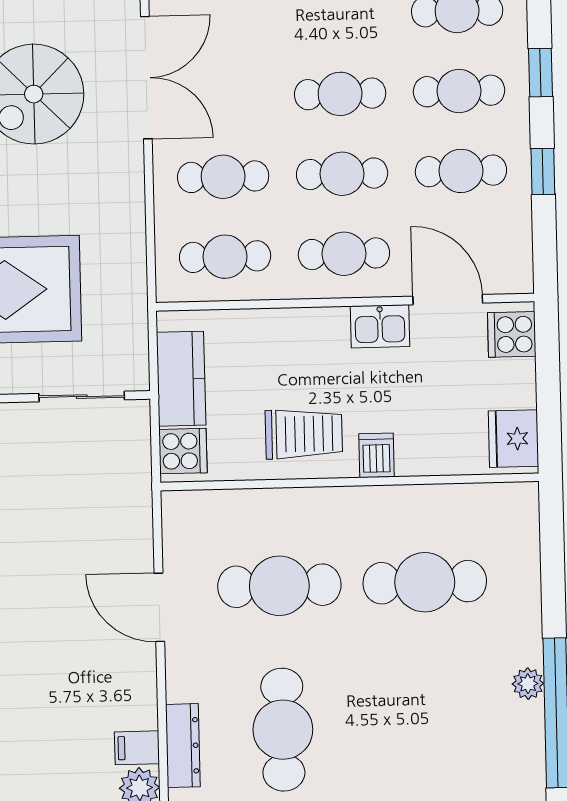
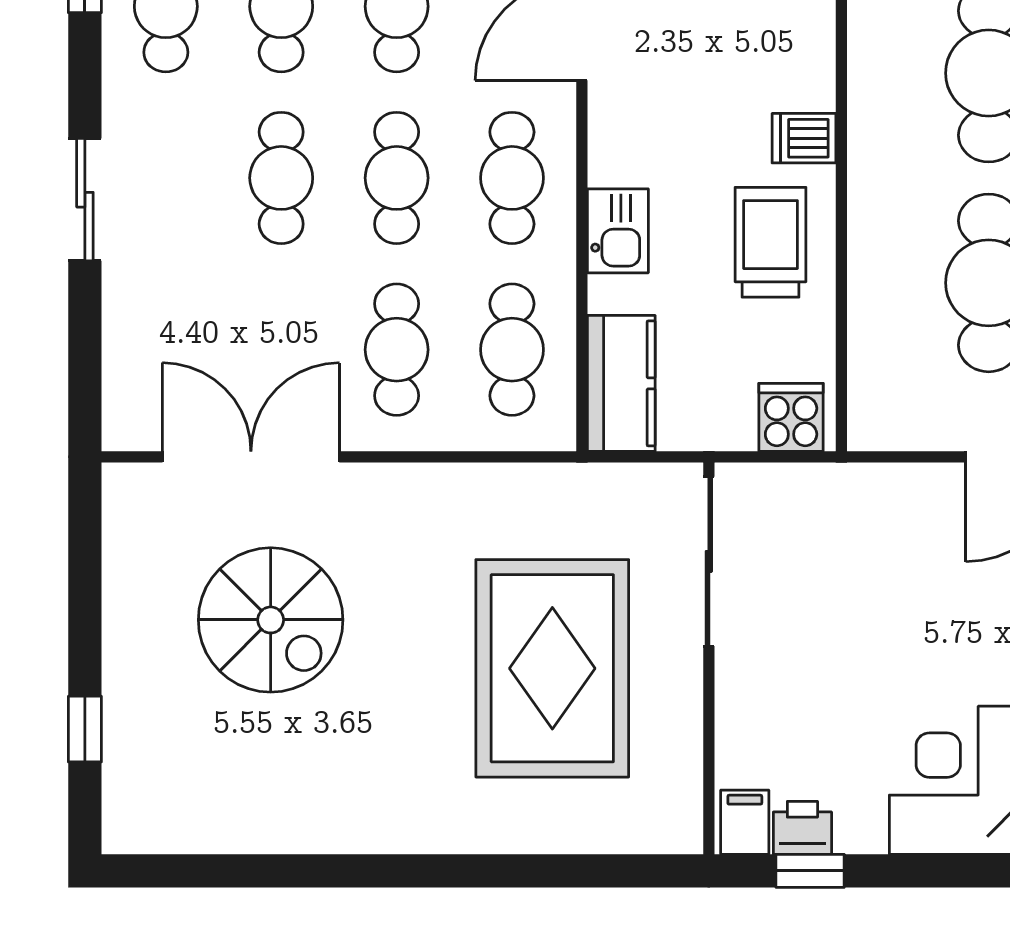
kitchen sink: (380, 326) -> (618, 231), moved
kitchen counter: (181, 379) -> (621, 383), moved, turned 90
sliding door: (82, 397) -> (709, 561), width x1.37

